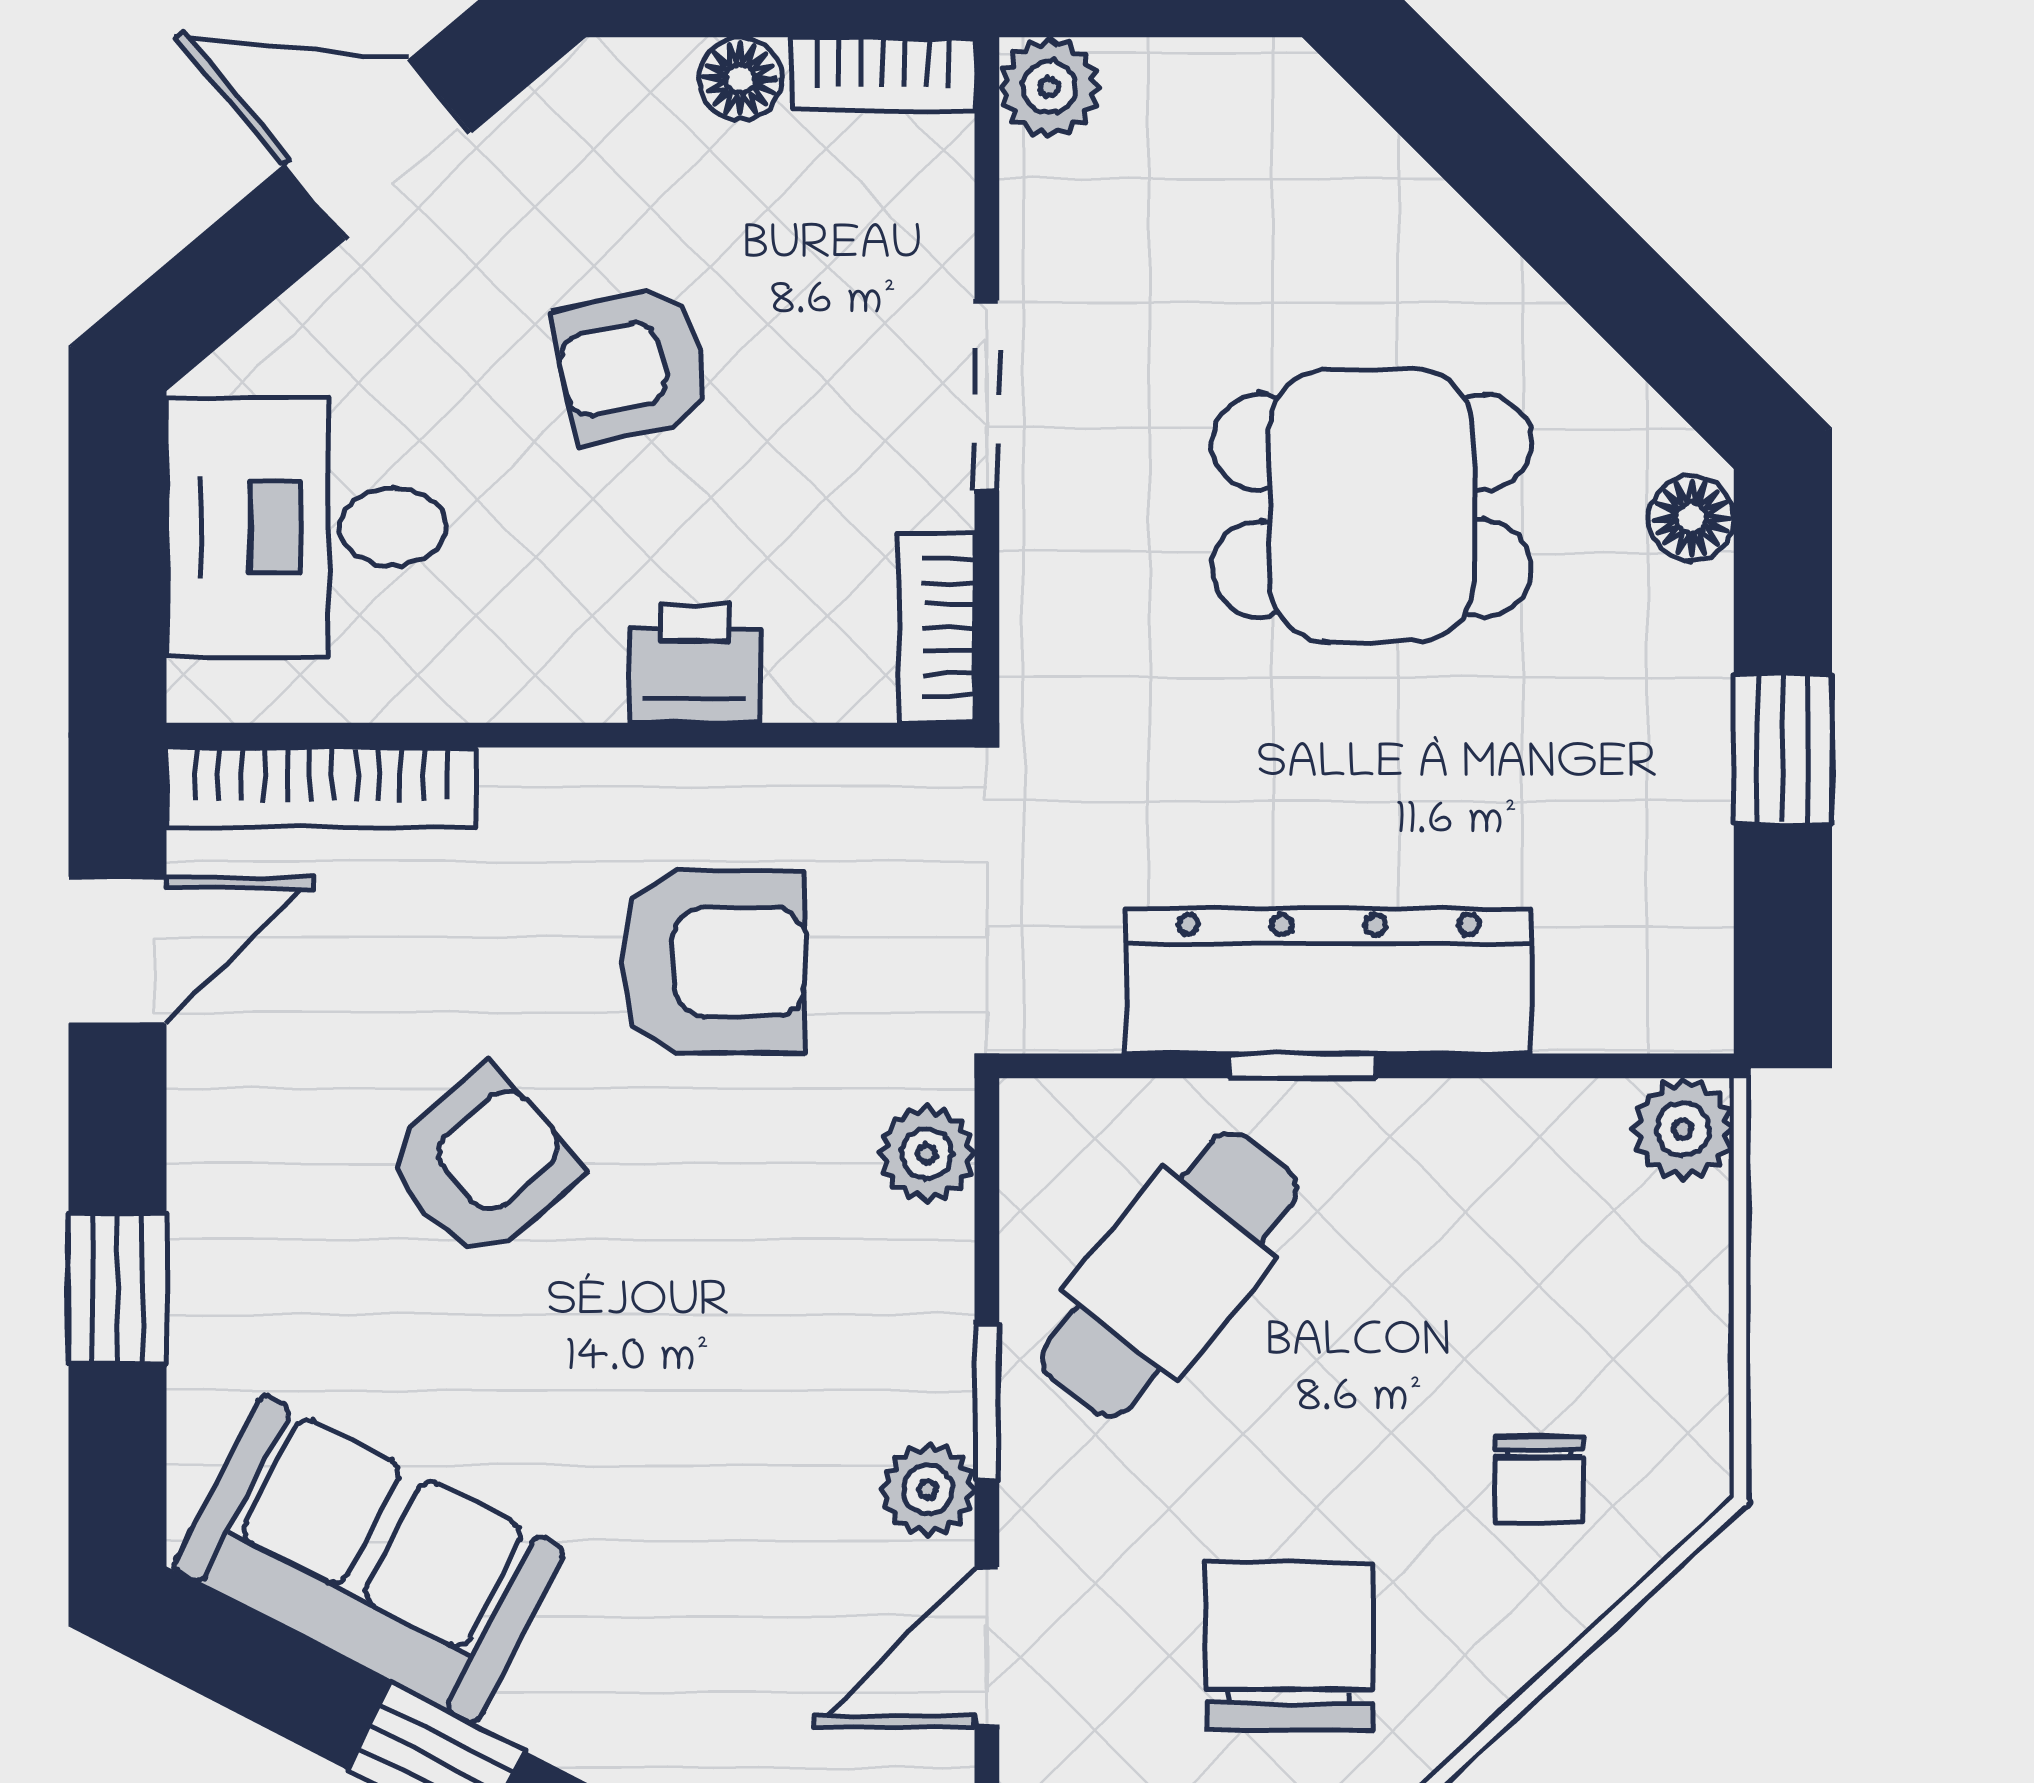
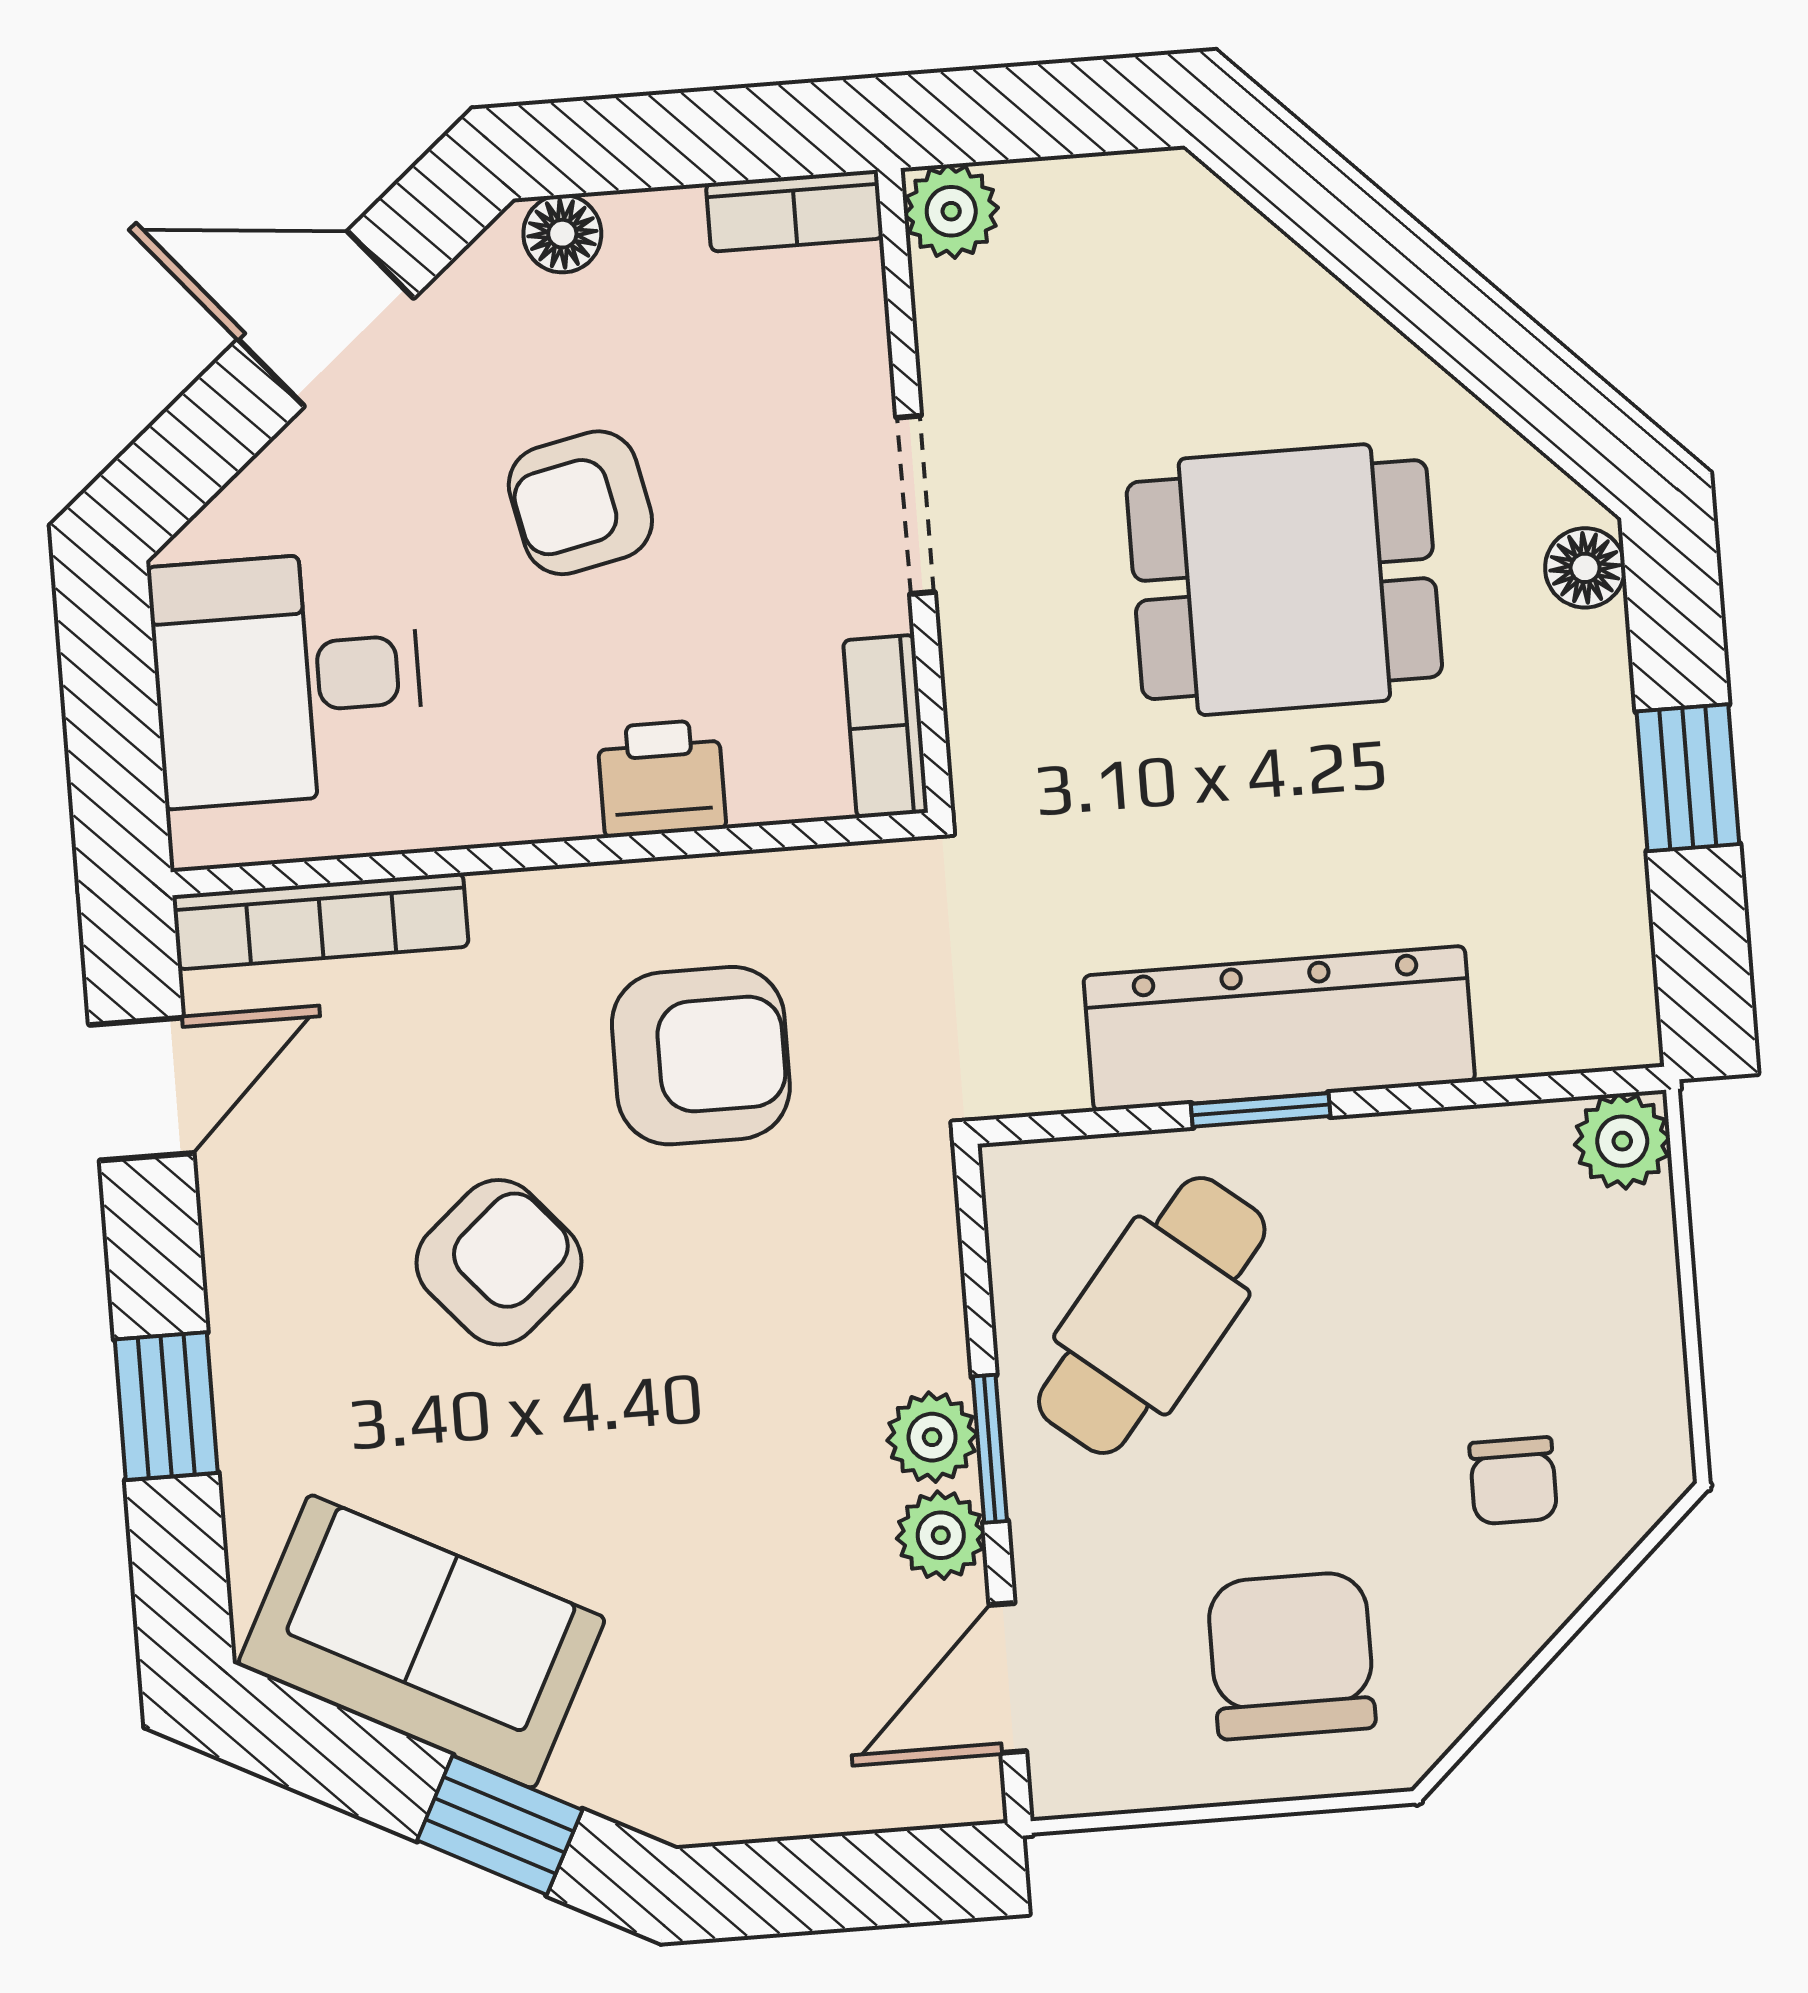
floor lamp: (740, 79) -> (562, 234), moved
plant: (927, 1154) -> (932, 1437), moved

